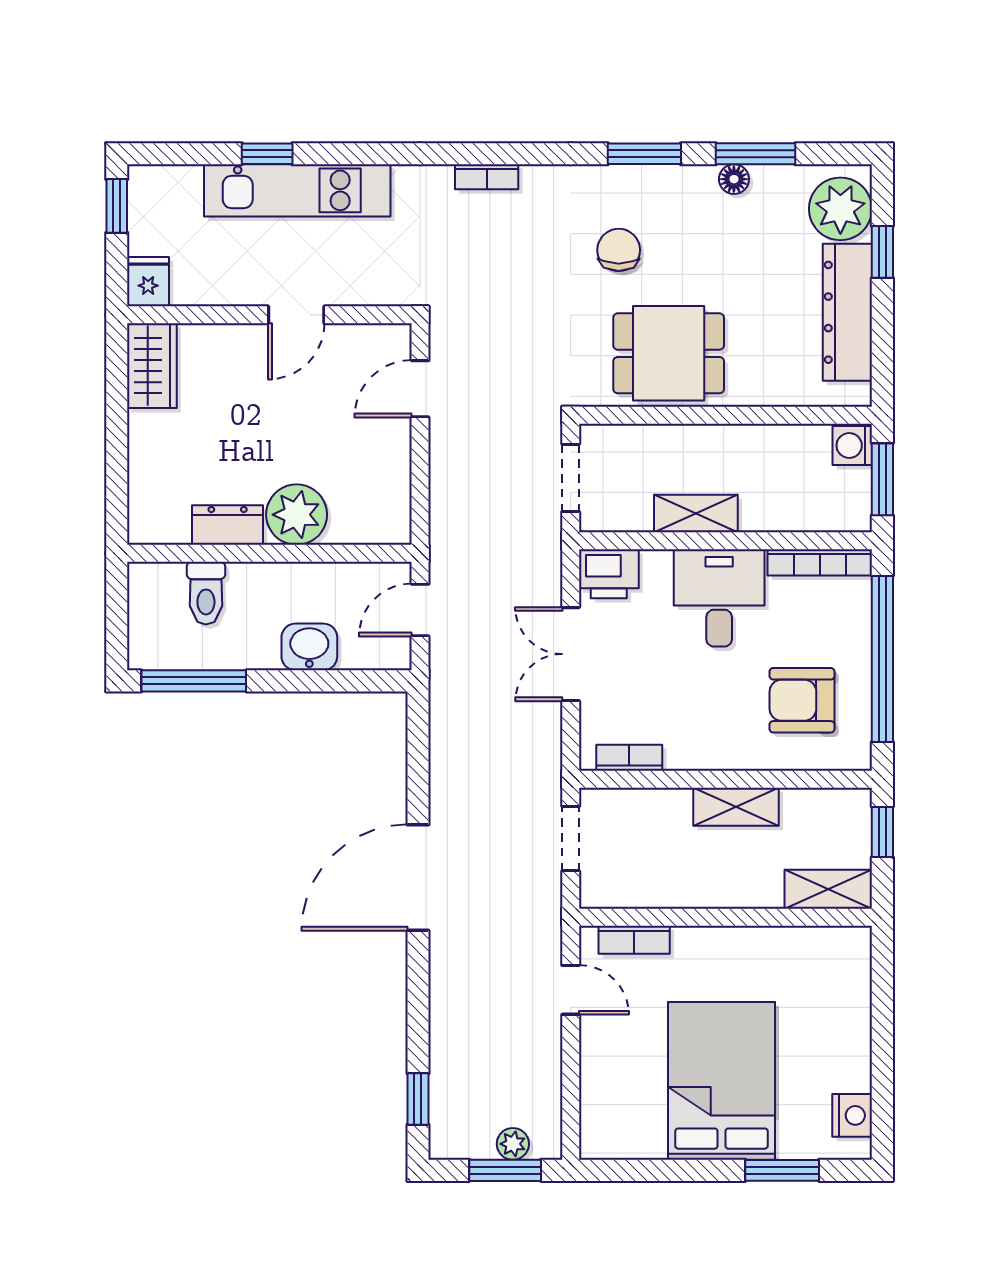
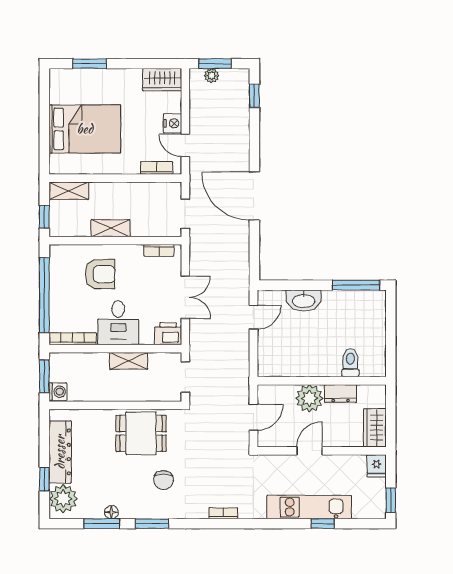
plant: (297, 515) -> (309, 398), moved
dresser: (228, 525) -> (341, 394), moved
wall: (269, 553) -> (322, 381), moved
toilet: (206, 593) -> (350, 363), moved
washbasin: (309, 647) -> (304, 301), width x1.38
armchair: (802, 700) -> (100, 274), moved
door: (418, 878) -> (254, 196), swing flipped
bed: (721, 1081) -> (85, 129), moved, turned -90
nightstand: (852, 1115) -> (173, 123), moved, turned 180
wardrobe: (622, 1135) -> (162, 80), added

